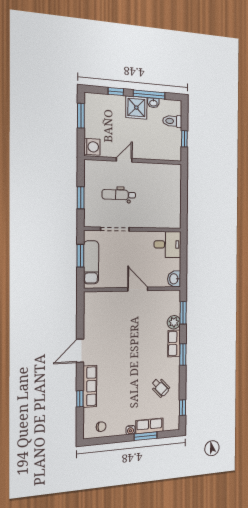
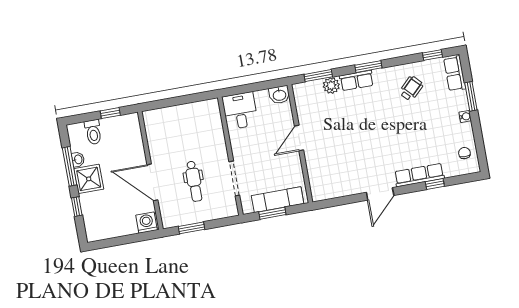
window: (81, 116) -> (115, 242), removed
door: (124, 160) -> (152, 182), width x1.88
window: (81, 198) -> (191, 228), moved
door: (80, 351) -> (380, 194), hinge flipped
row of seats: (149, 426) -> (455, 74), moved

